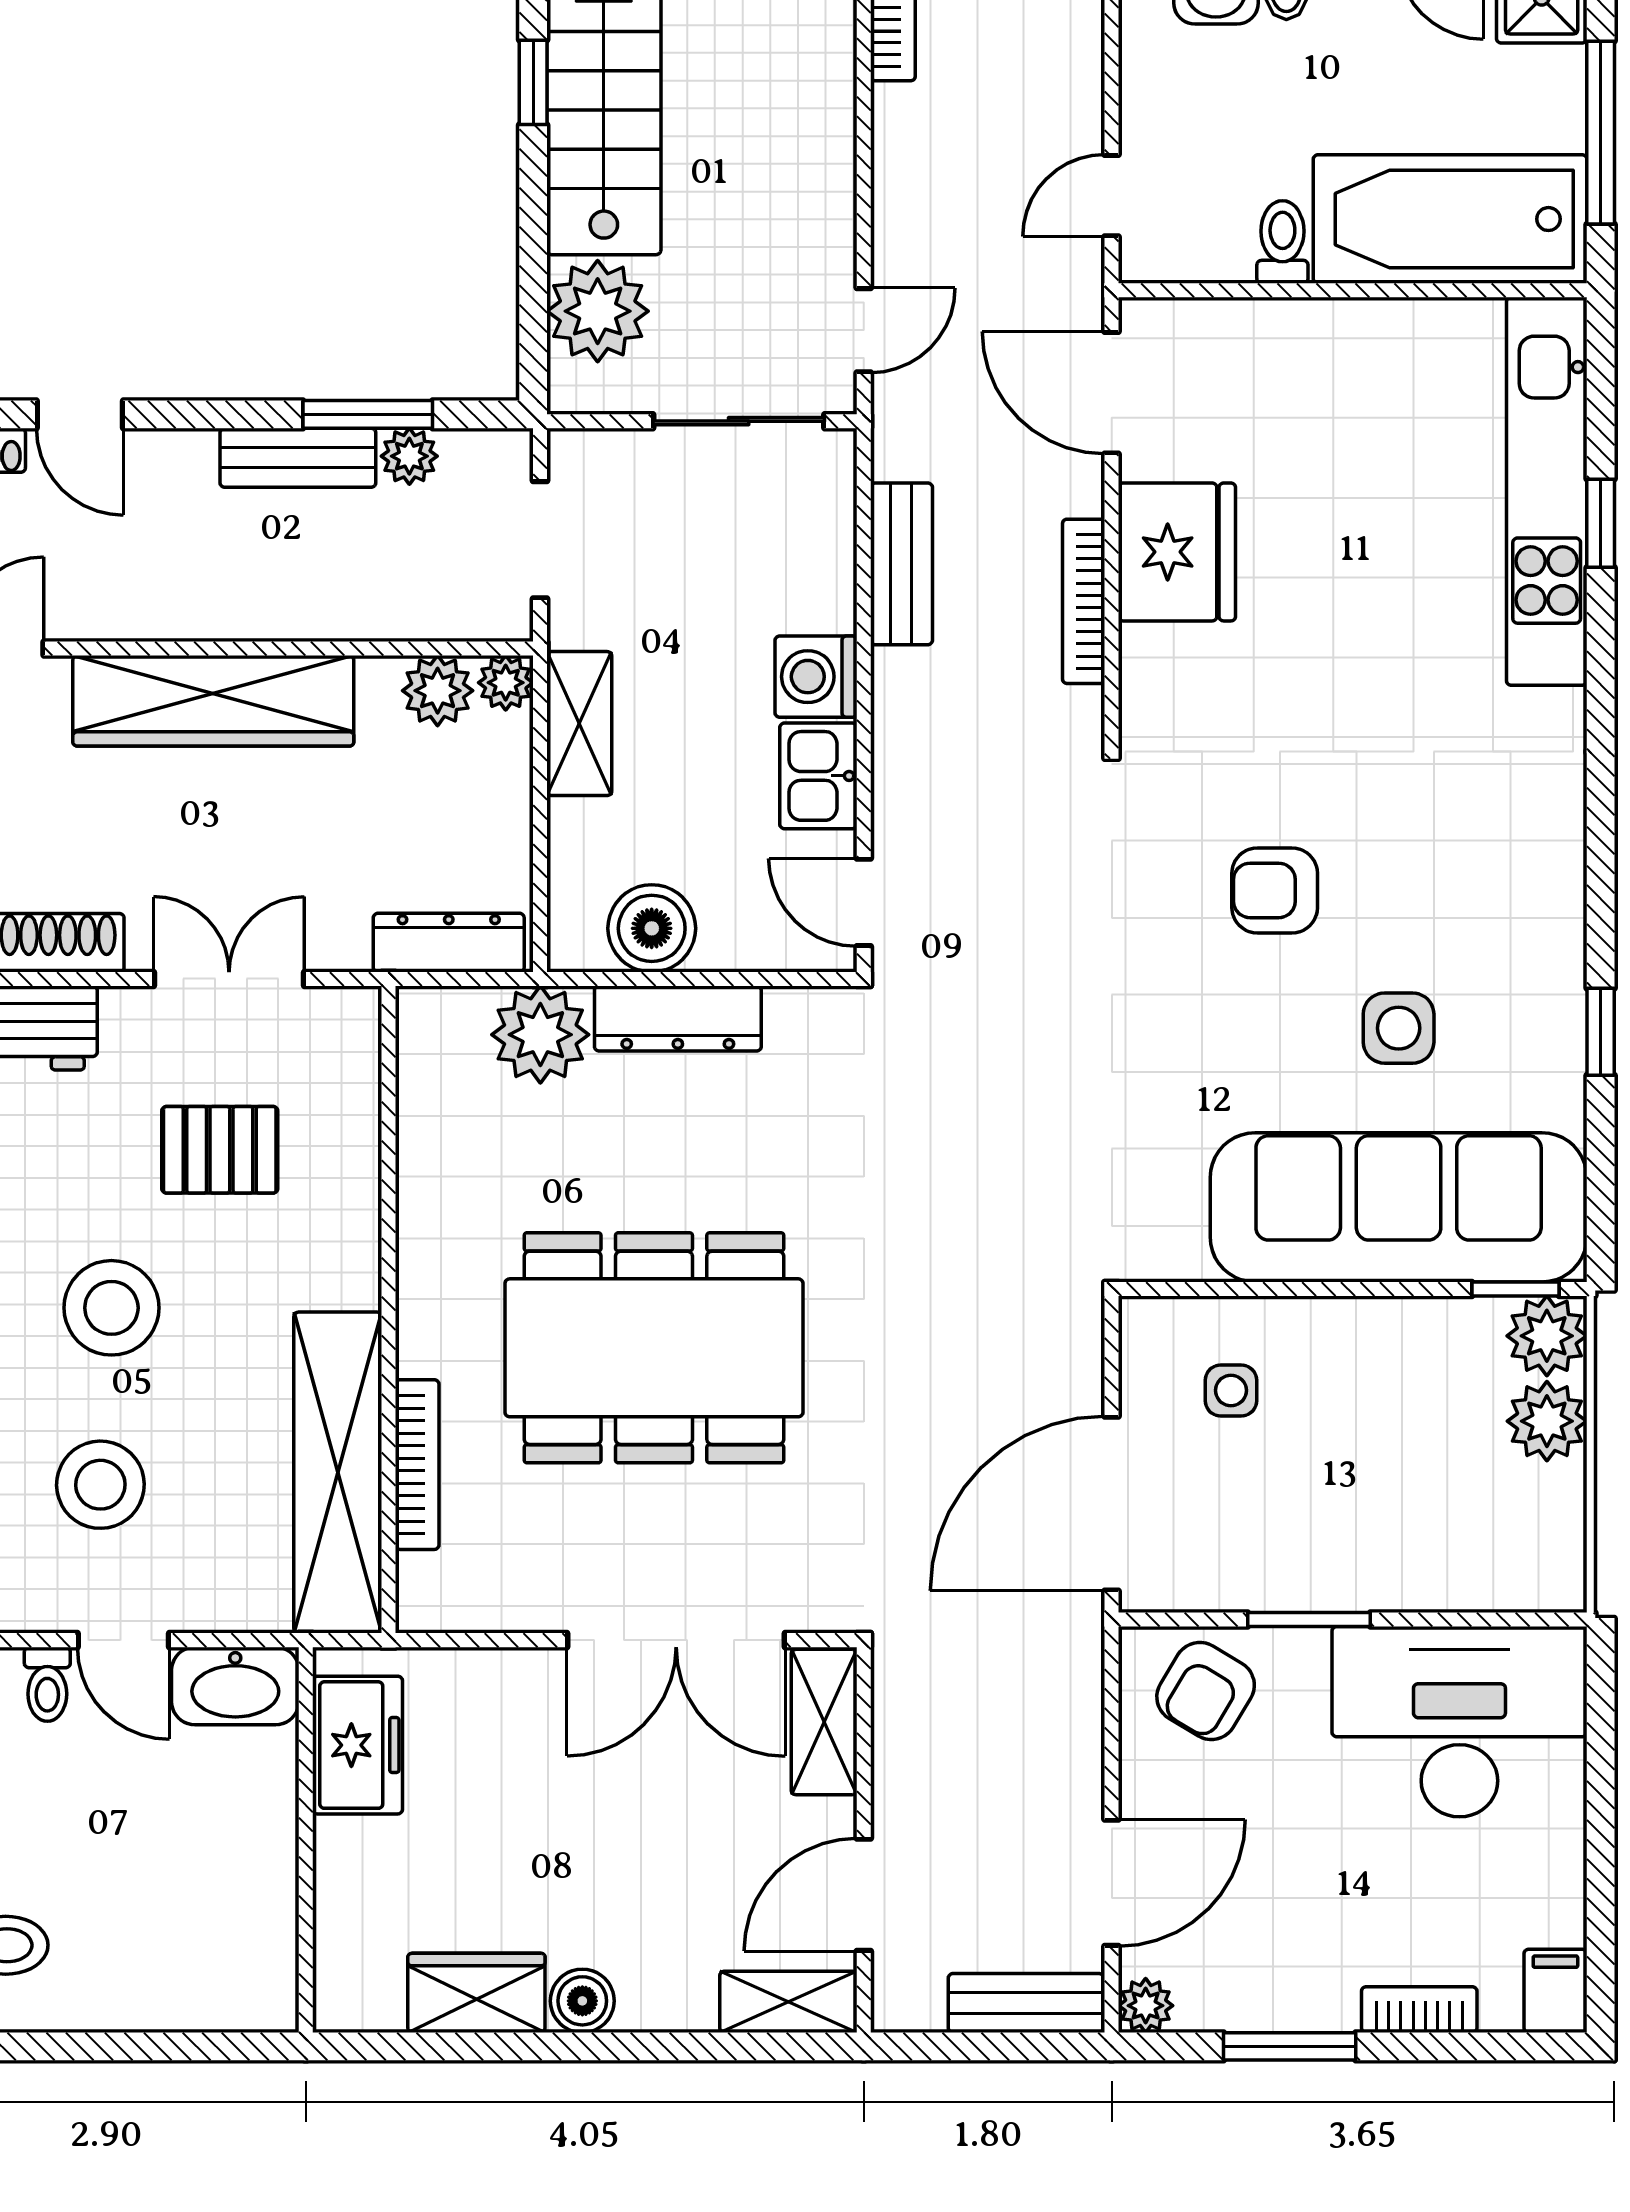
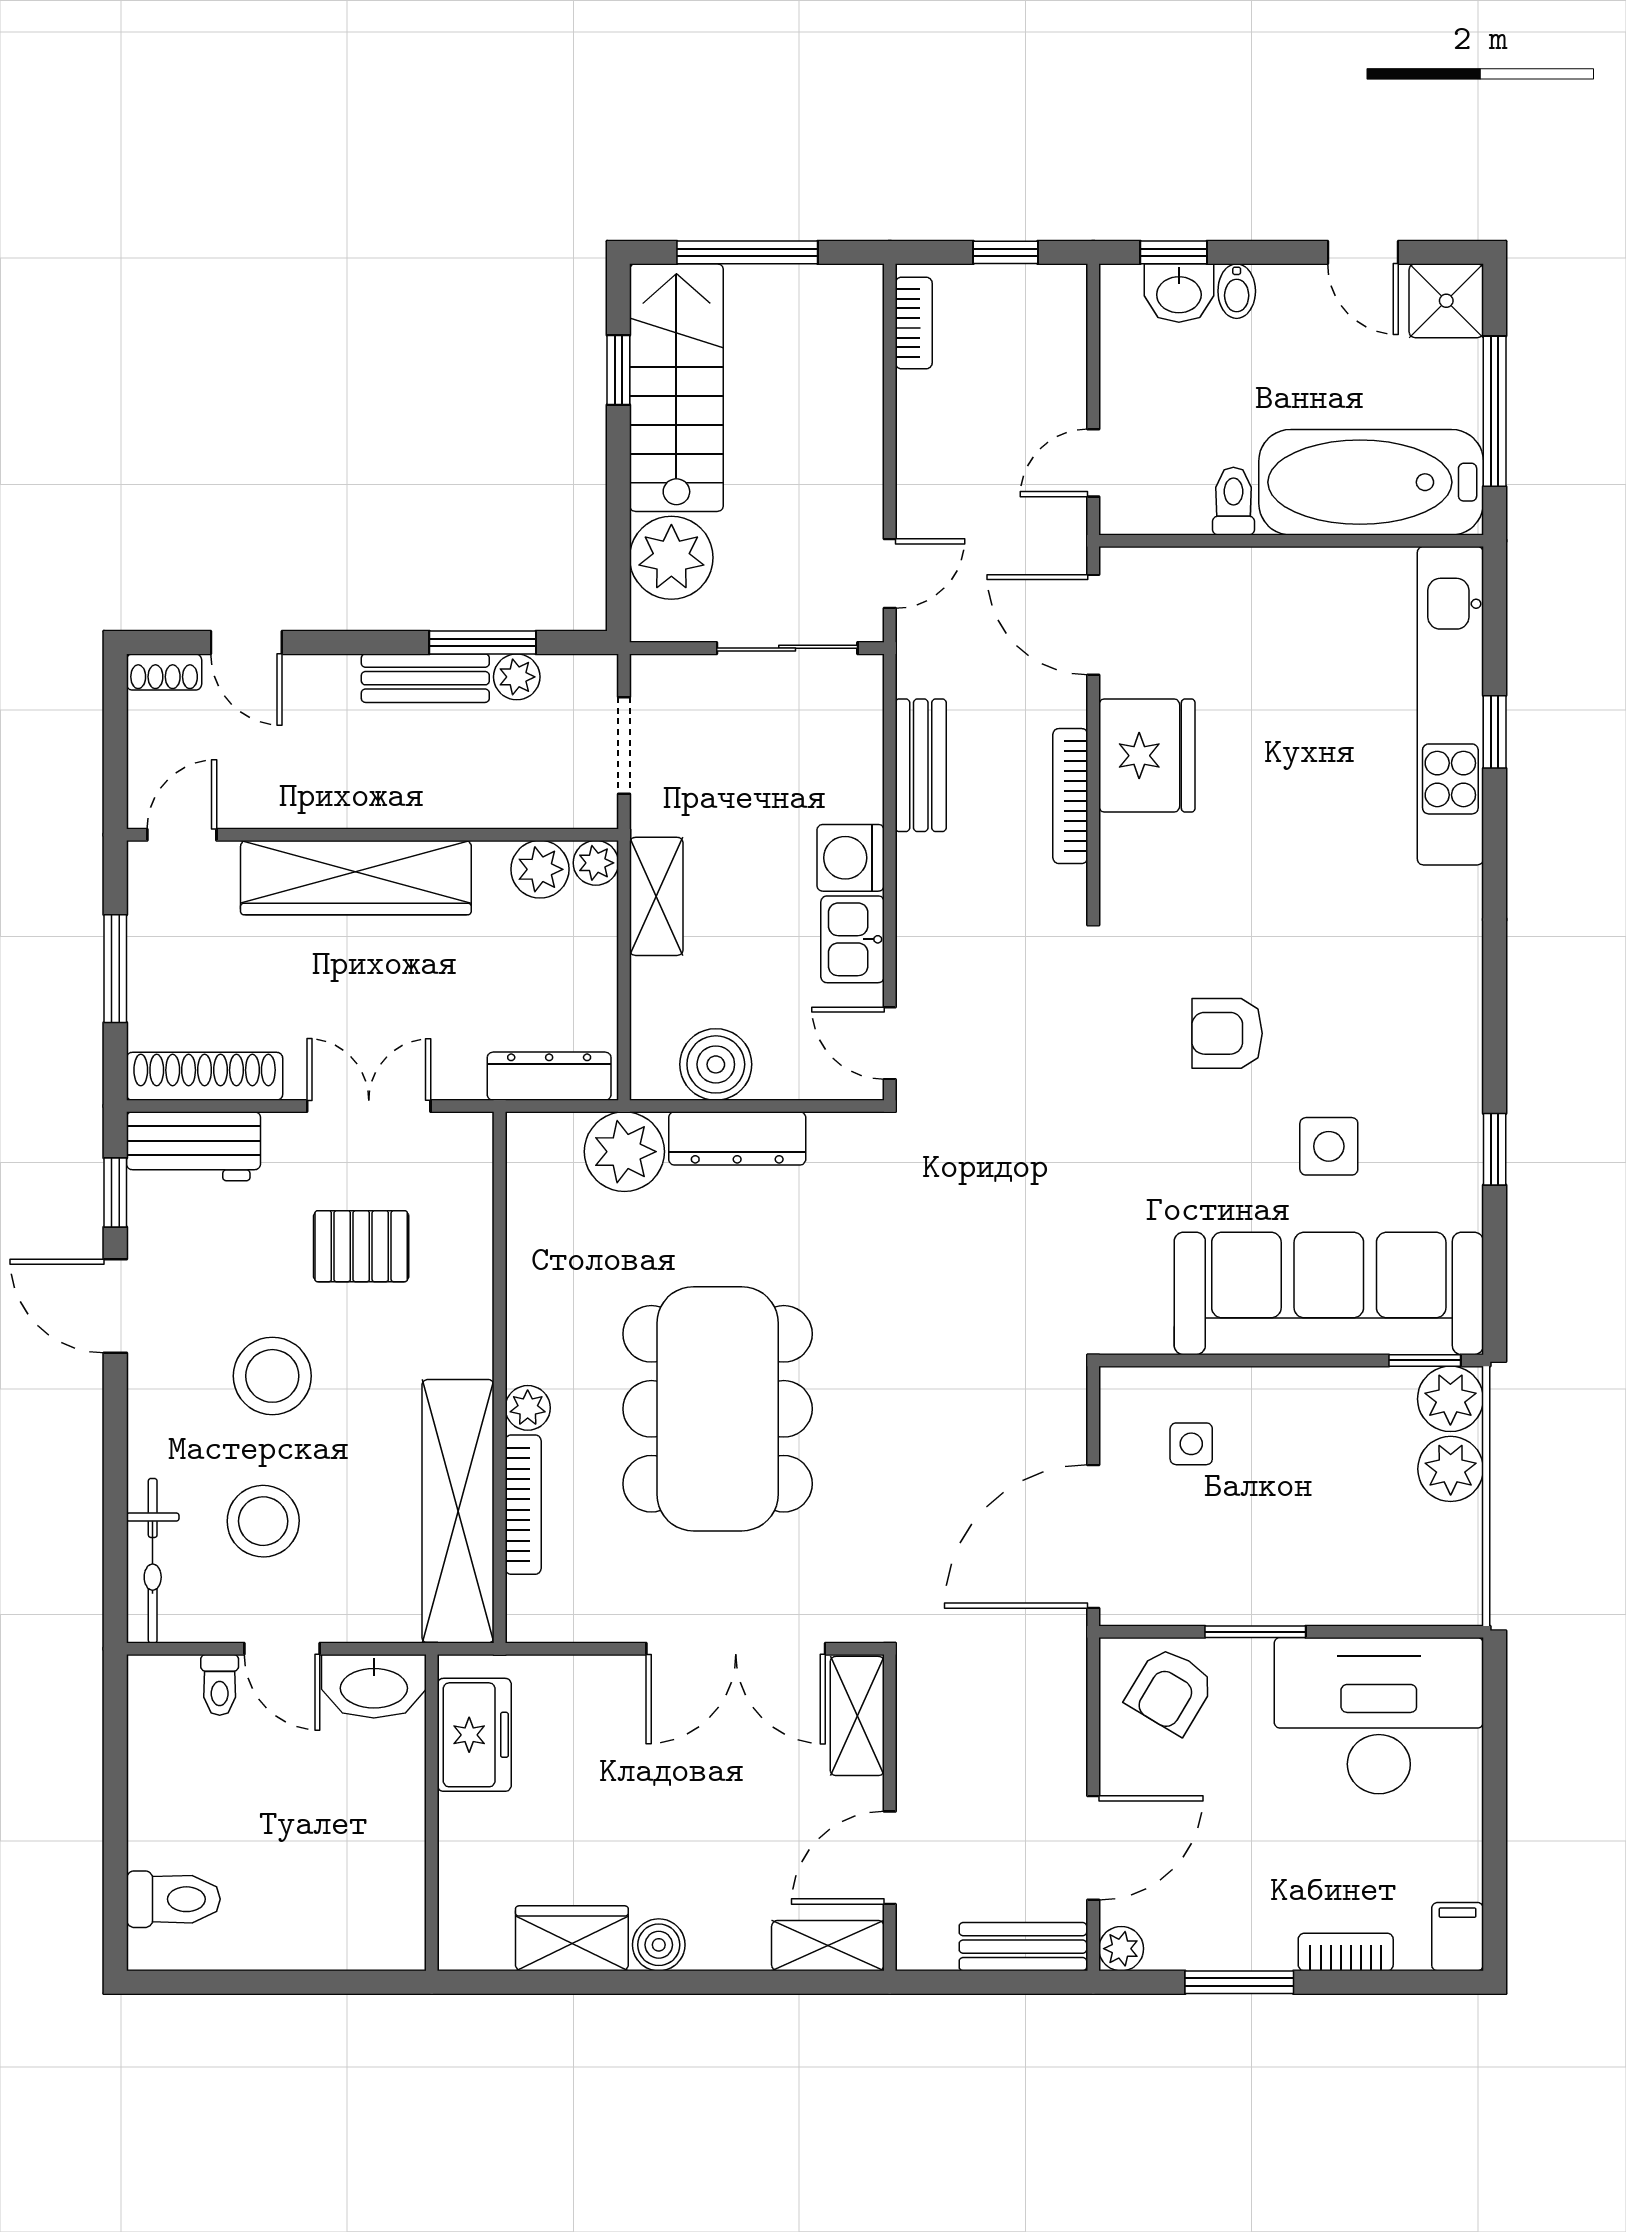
plant: (423, 1347) -> (528, 1408), added
dining table: (654, 1348) -> (718, 1409), turned 90

